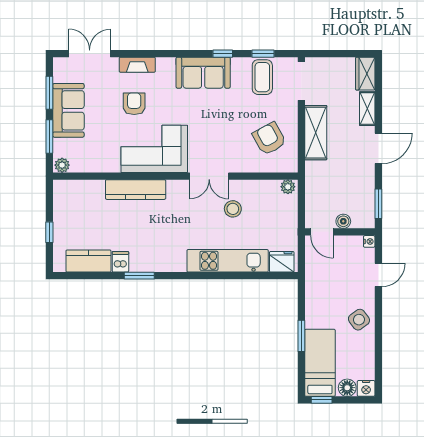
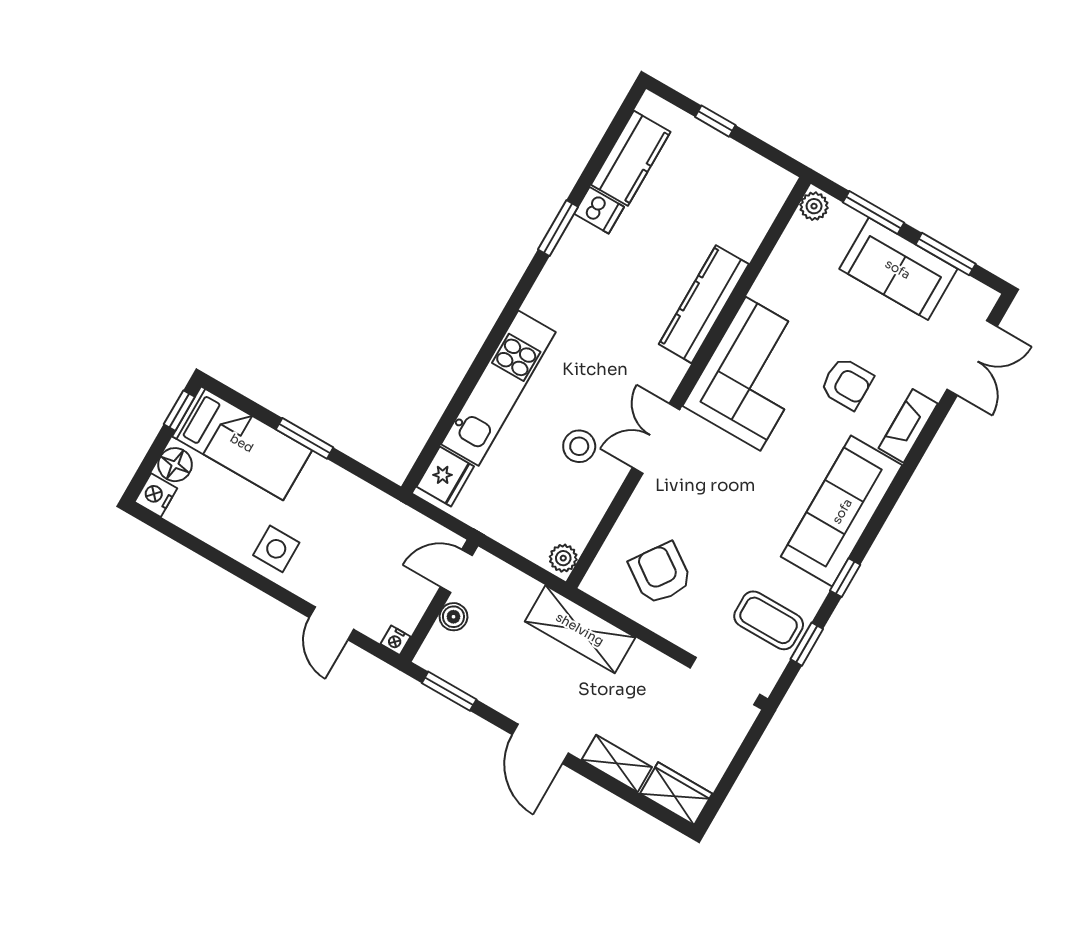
sofa: (203, 73) -> (842, 511), width x1.36
shelving: (316, 133) -> (580, 629), moved
armchair: (269, 139) -> (660, 573), turned -116
side table: (359, 320) -> (276, 549), turned 37

